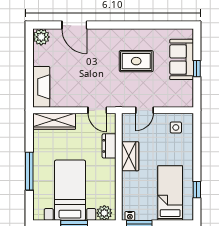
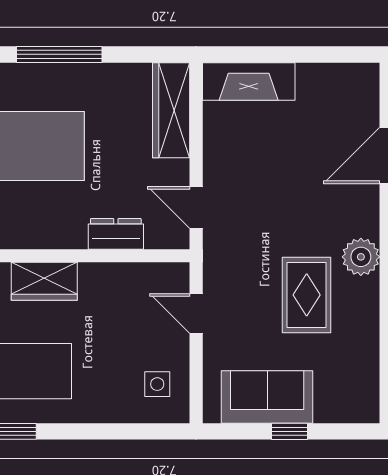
plant: (41, 37) -> (361, 257), moved
sofa: (182, 59) -> (267, 397), moved
door: (97, 110) -> (196, 207), hinge flipped
wardrobe: (130, 156) -> (44, 281), moved

